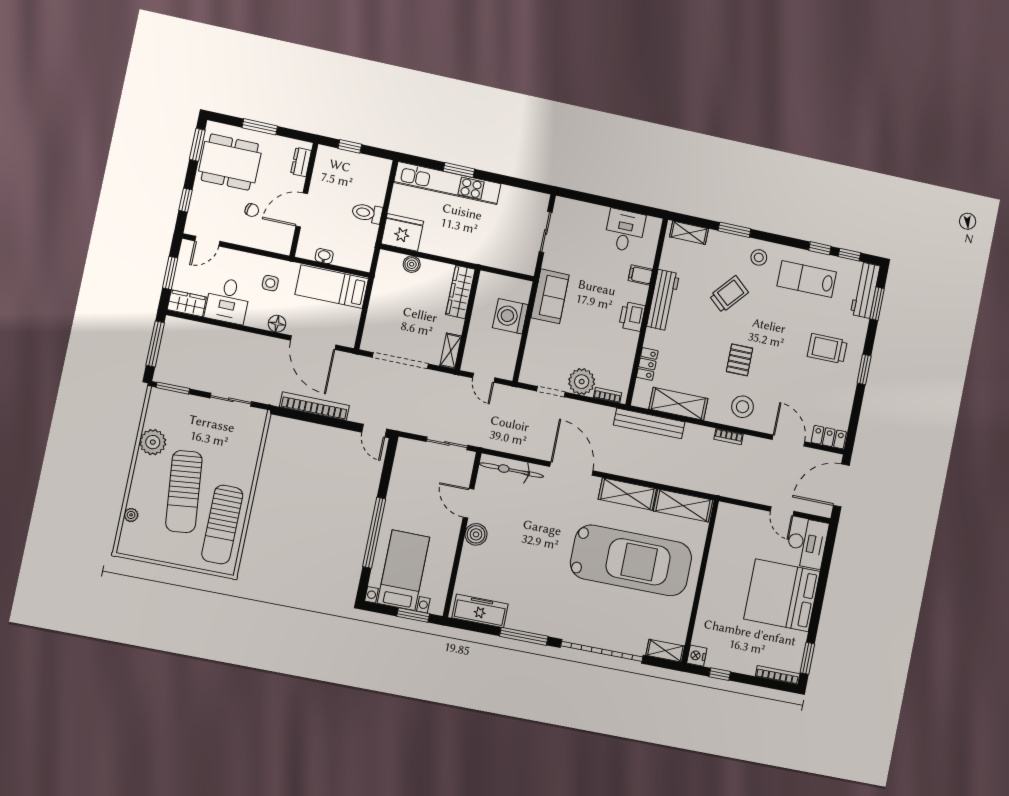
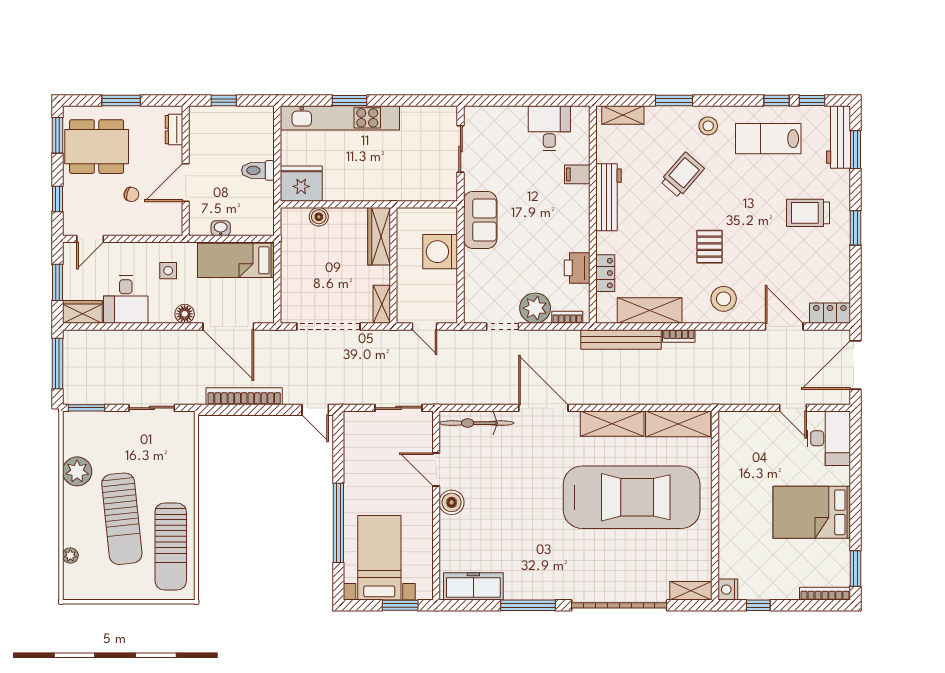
printer: (632, 316) -> (577, 268), moved
bookcase: (729, 437) -> (679, 336), moved
bed: (782, 595) -> (812, 512), width x0.73

